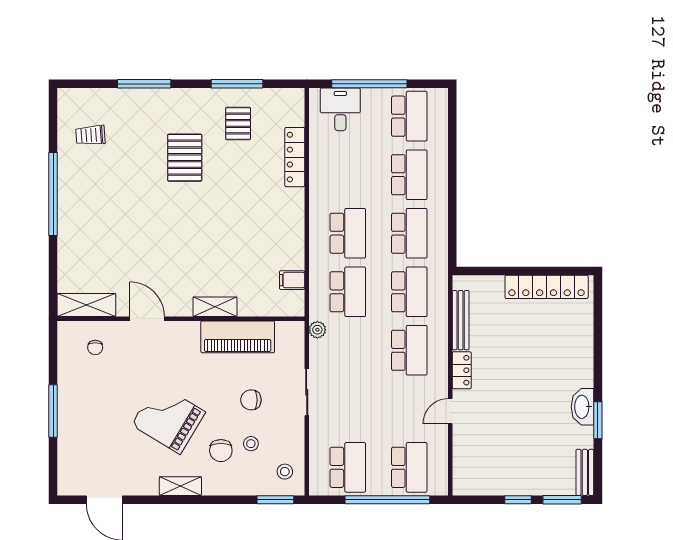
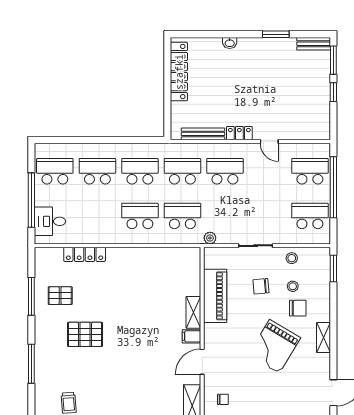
filing cabinet: (292, 280) -> (191, 336), moved, turned 90
chair: (251, 400) -> (261, 286), turned 85
washbasin: (583, 407) -> (230, 43), moved, width x0.52, depth x0.69
stool: (285, 472) -> (292, 258), moved

